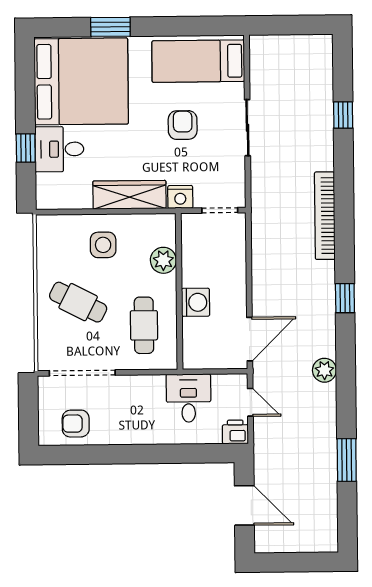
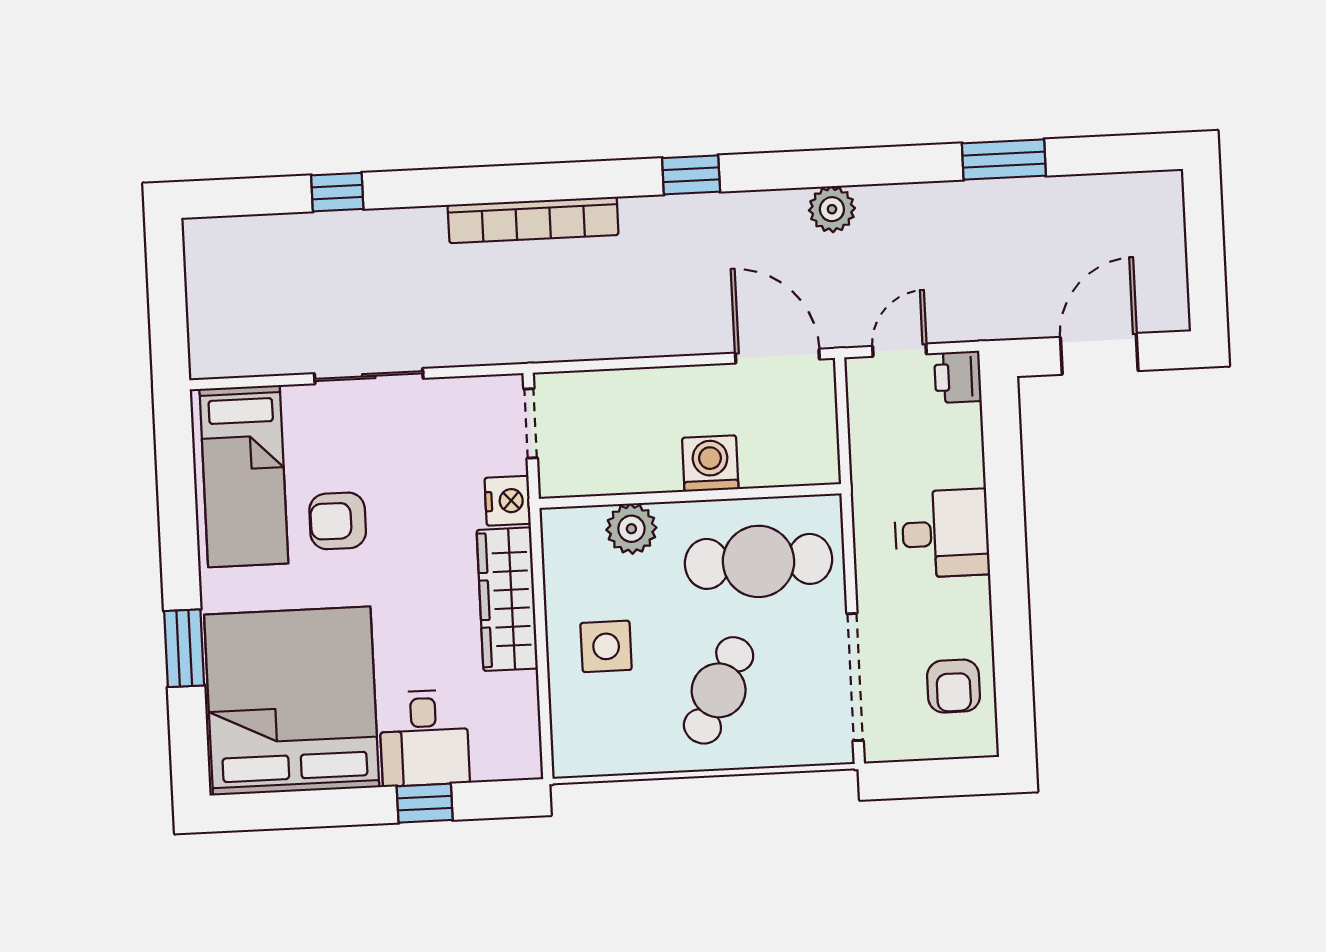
armchair: (183, 125) -> (338, 521), moved
cafe table: (144, 325) -> (759, 561), width x1.37, depth x1.35
desk: (189, 398) -> (942, 533), moved, turned 180

